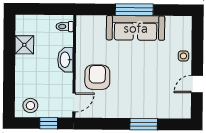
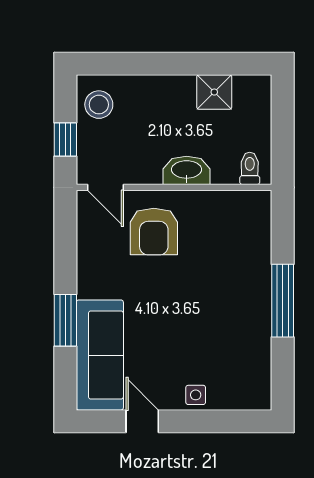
sofa: (136, 28) -> (100, 355), moved, turned 180
armchair: (97, 77) -> (154, 231), turned 90

